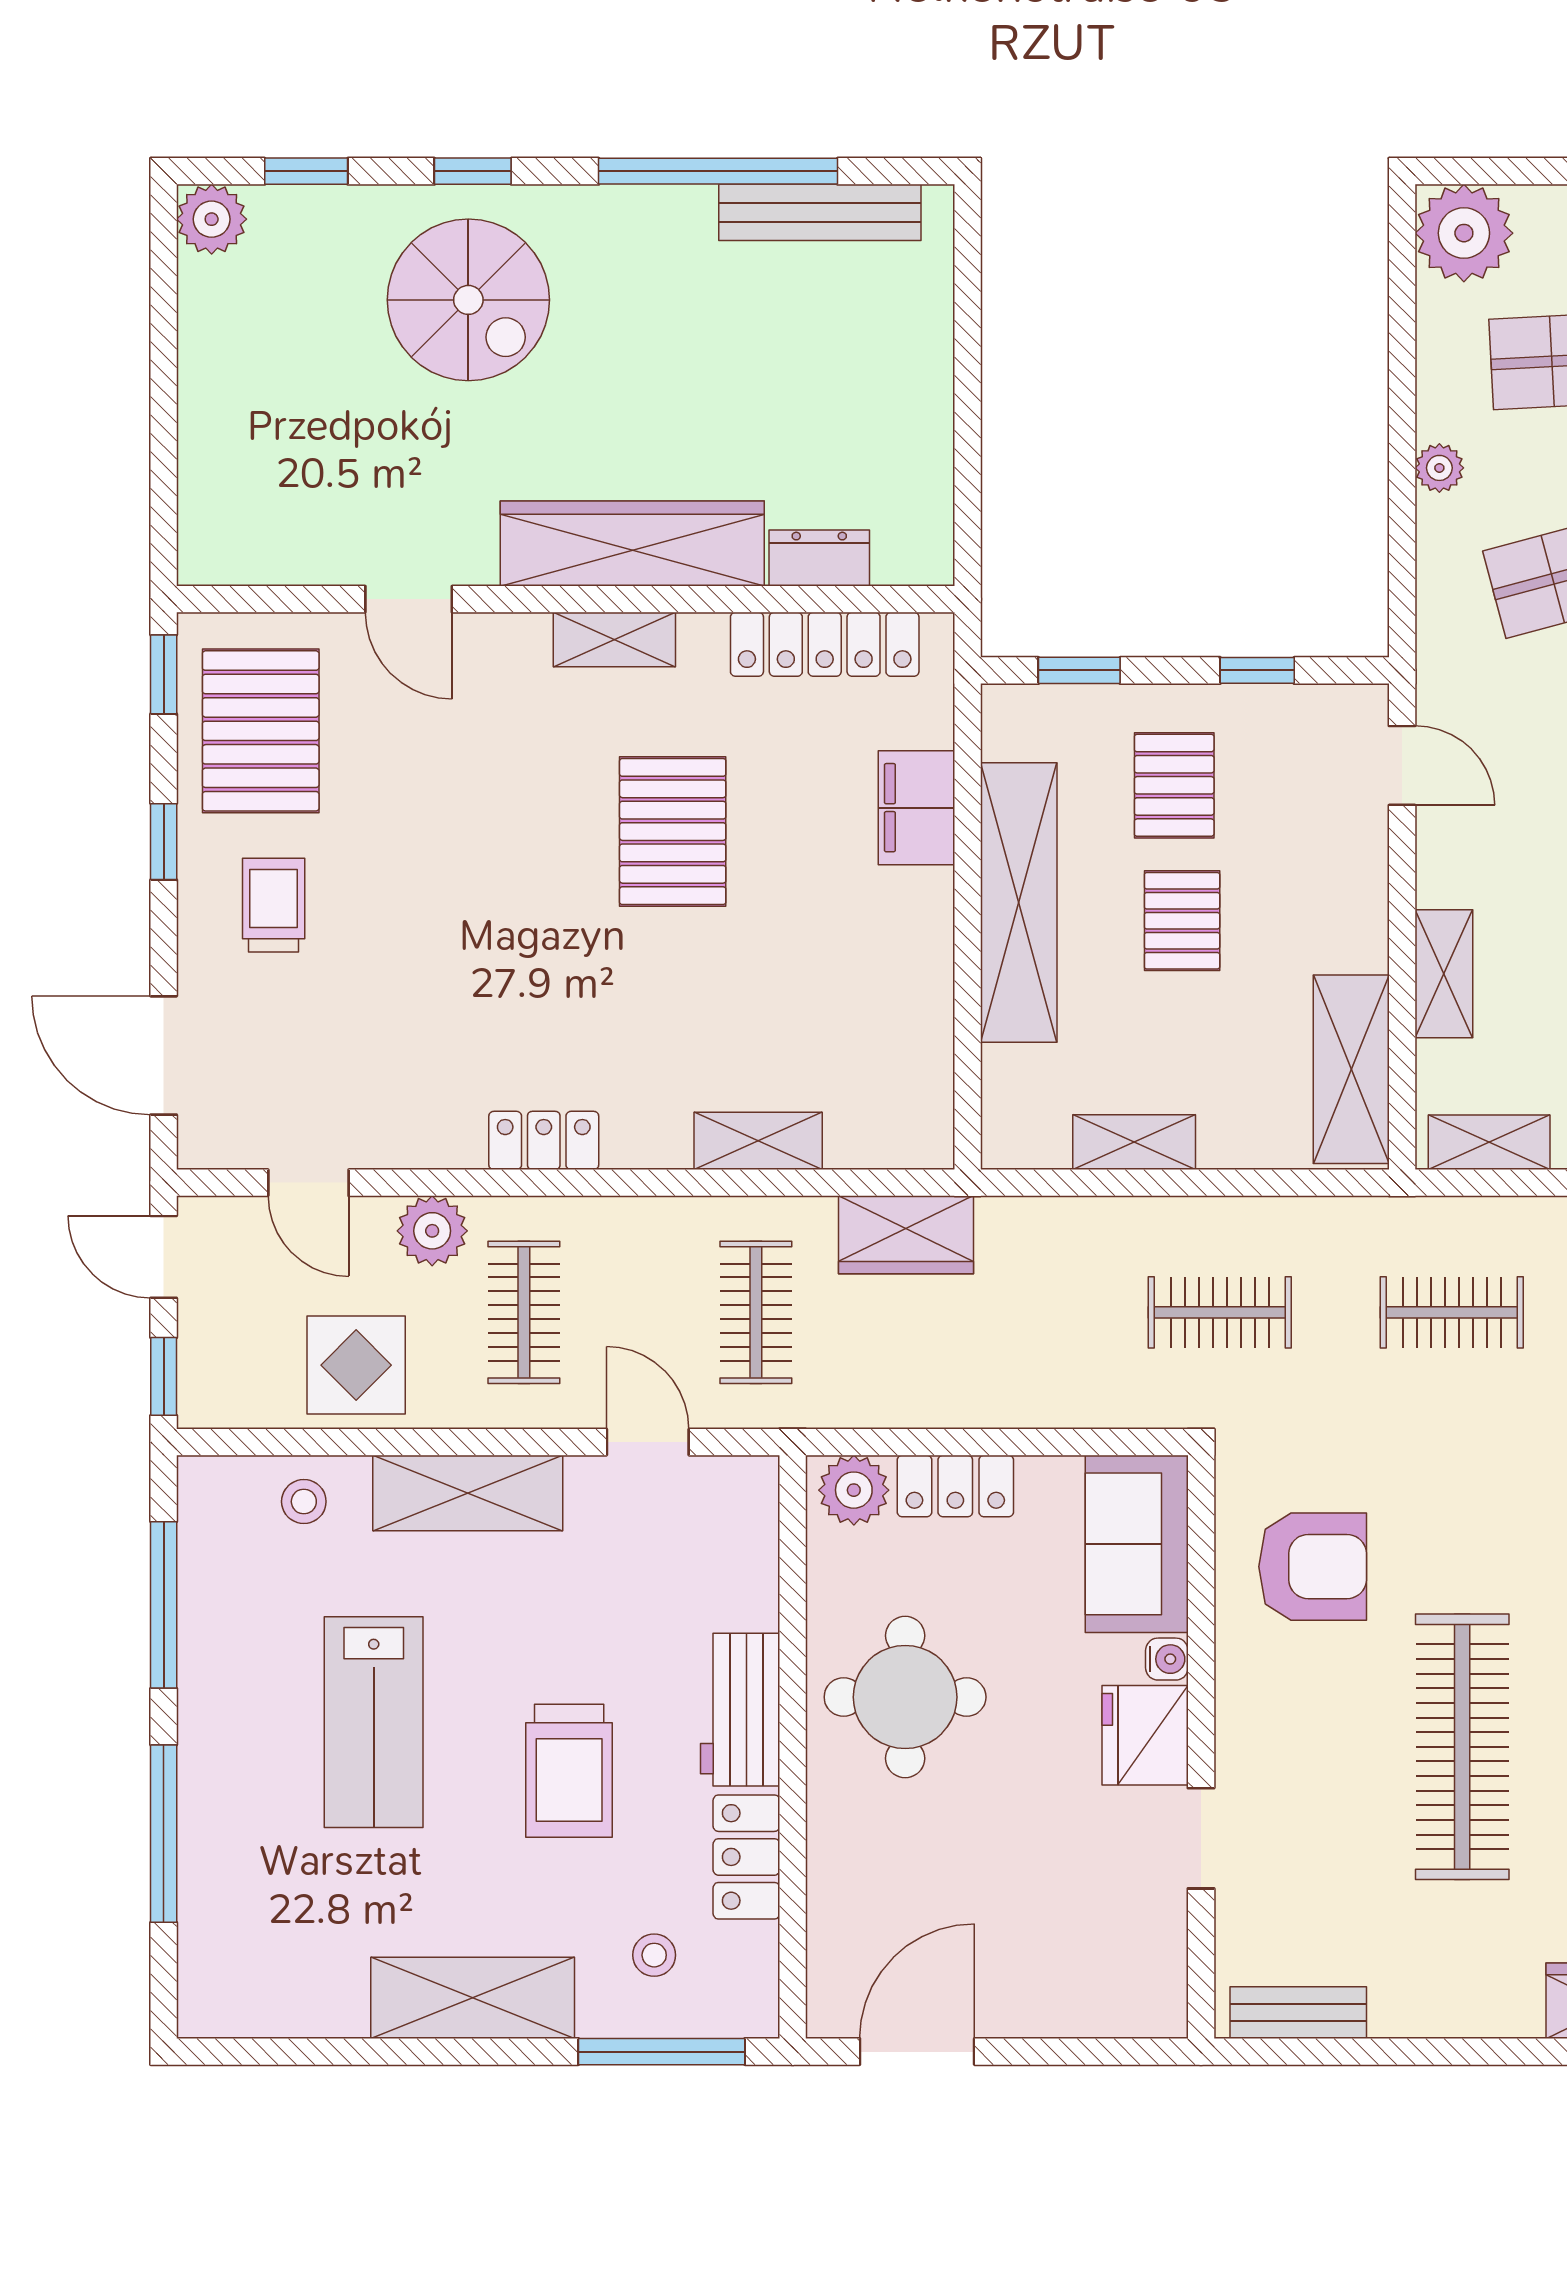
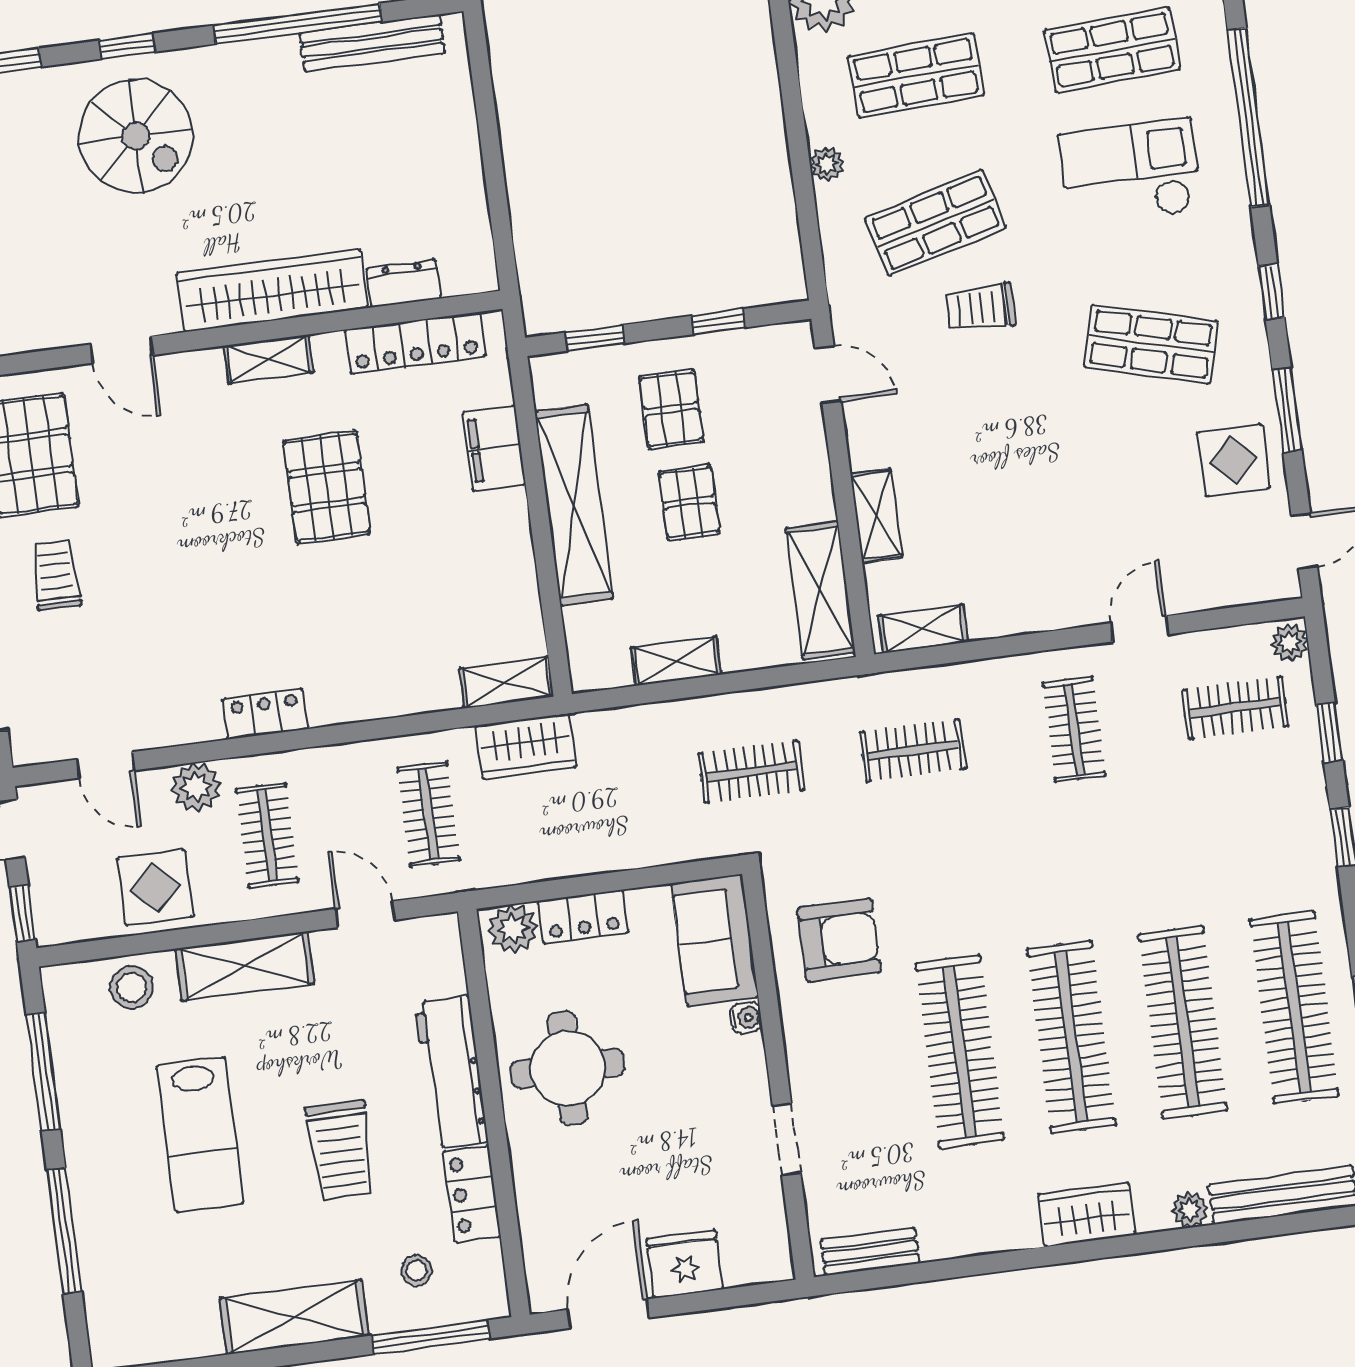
shelving: (758, 1141) -> (507, 683), moved
stool: (304, 1502) -> (131, 987), width x1.37, depth x1.37
workbench: (740, 1710) -> (451, 1072), width x1.38
fridge: (1145, 1735) -> (685, 1264), moved, turned 90

